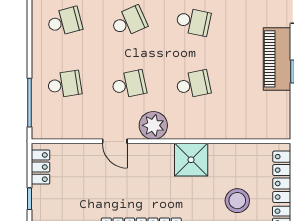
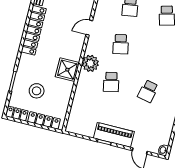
school desk: (129, 22) -> (157, 53), removed
plant: (153, 125) -> (90, 63), moved

